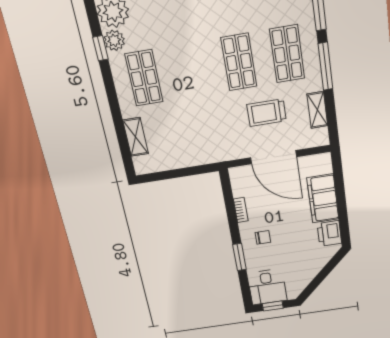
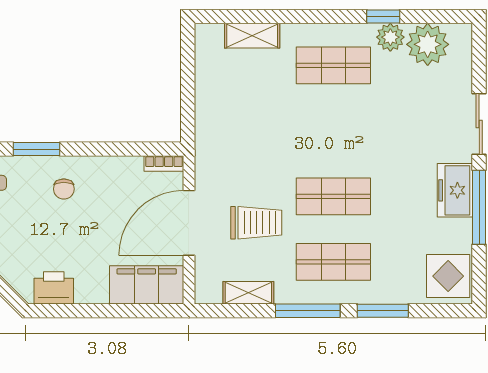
trolley: (267, 113) -> (256, 223), turned 90
filing cabinet: (323, 199) -> (147, 285), moved
bookcase: (241, 210) -> (164, 164), moved

